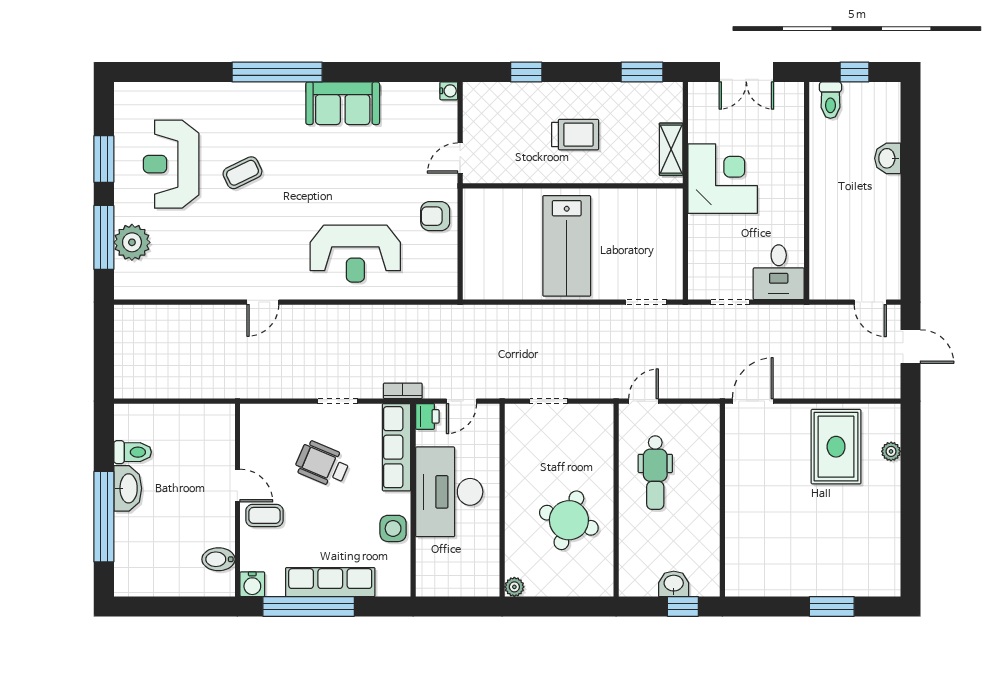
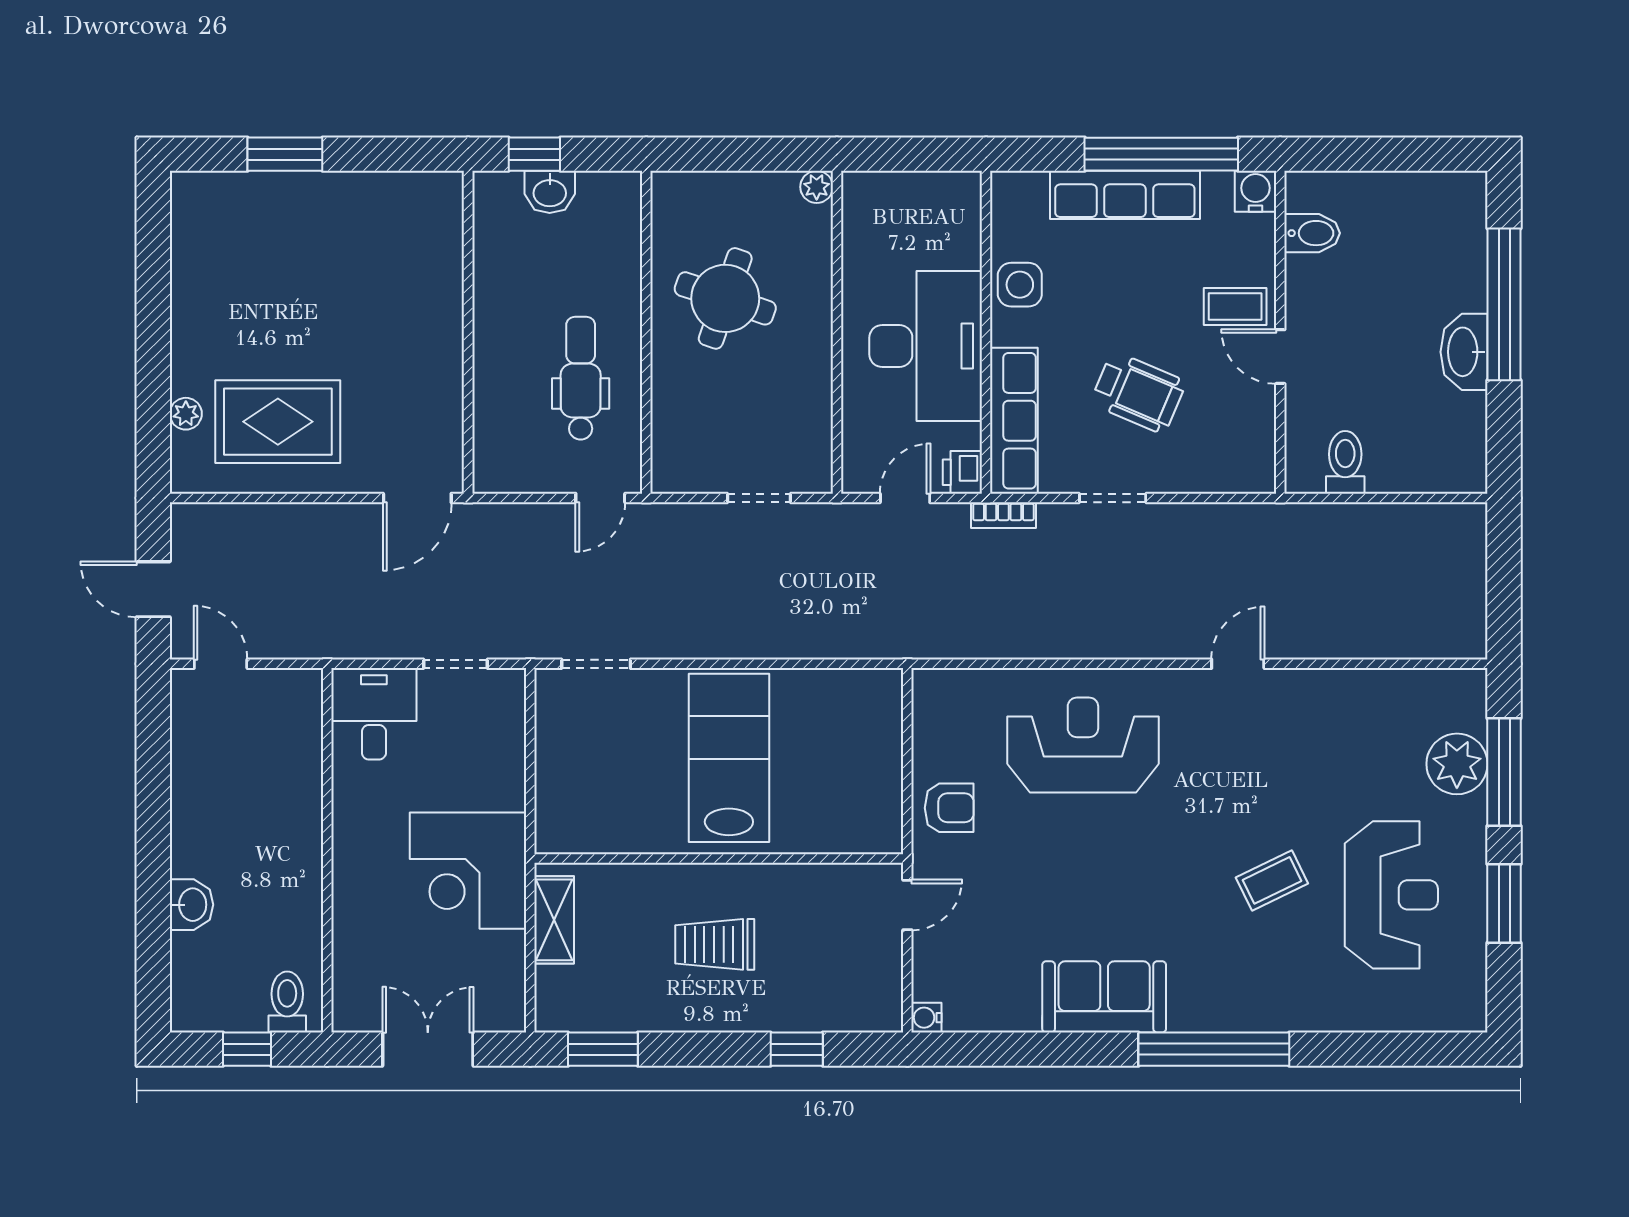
rug: (836, 447) -> (278, 422), turned 90
toilet: (133, 452) -> (1345, 462), moved, turned 90

